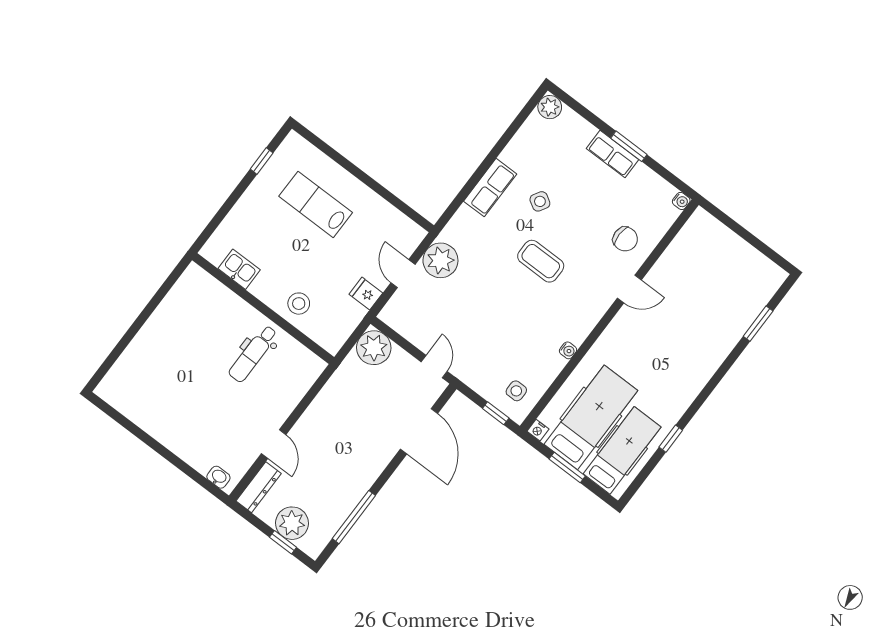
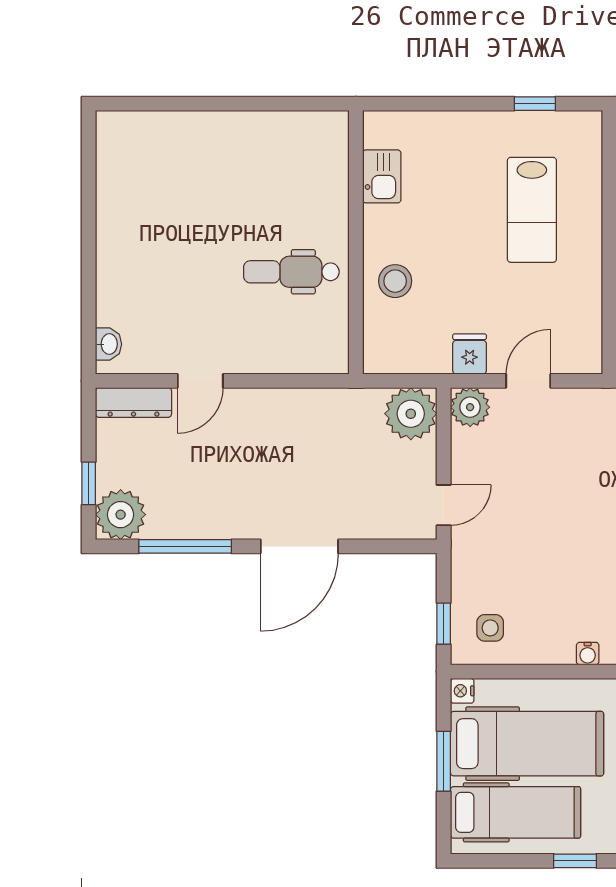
lab bench: (316, 204) -> (532, 210), turned 180
plant: (440, 260) -> (470, 407), moved, width x0.73, depth x0.73
door: (419, 431) -> (299, 546), moved
plant: (292, 523) -> (121, 515), moved

